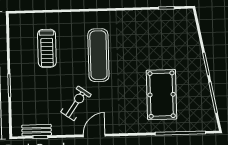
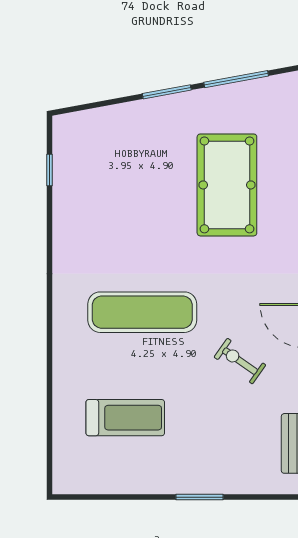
pool table: (162, 95) -> (227, 185), turned 90
exercise bike: (76, 103) -> (240, 361), width x0.73, depth x0.72

